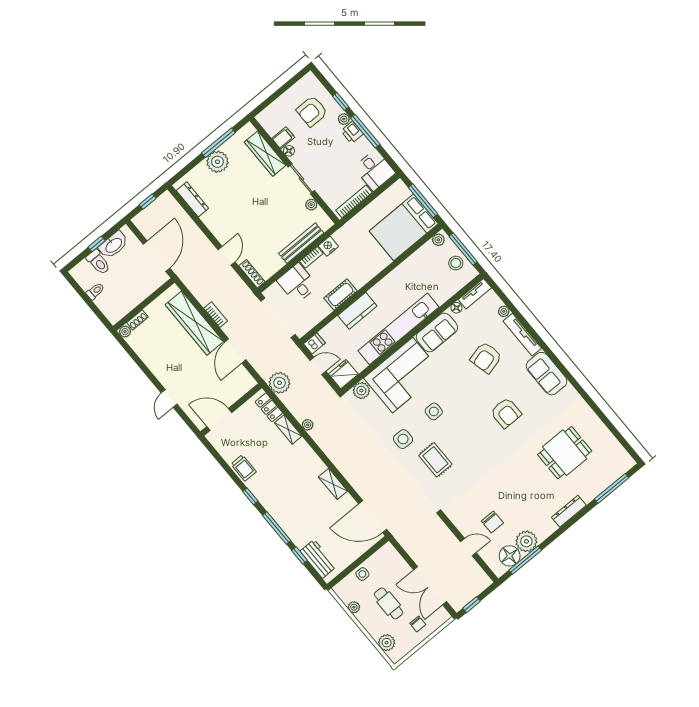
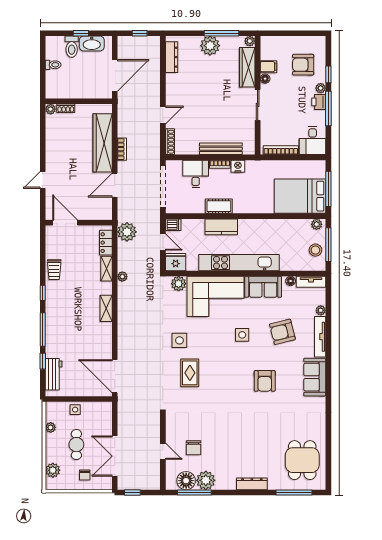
plant: (311, 205) -> (250, 41), moved
side table: (434, 411) -> (242, 335), moved
dining table: (565, 453) -> (302, 460), moved, turned 90
shelving: (333, 484) -> (106, 308), moved

